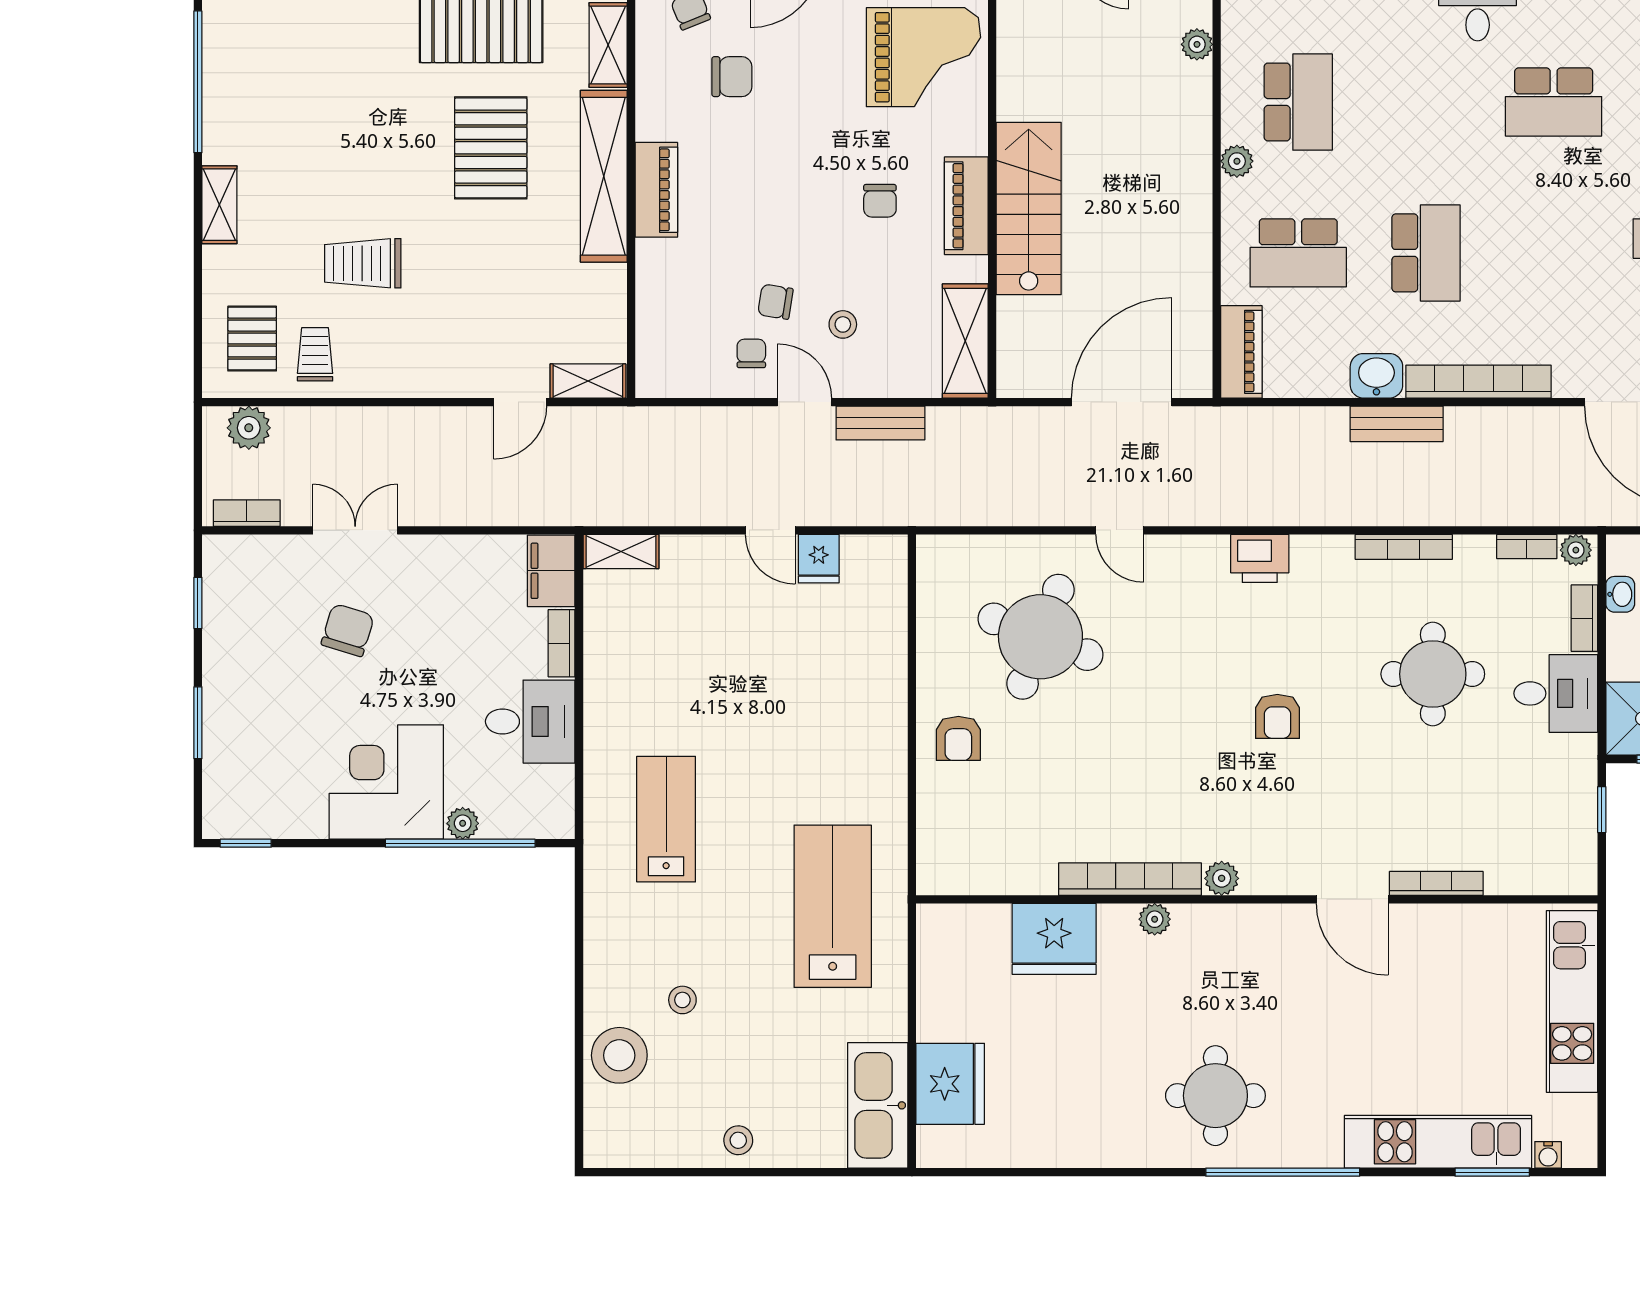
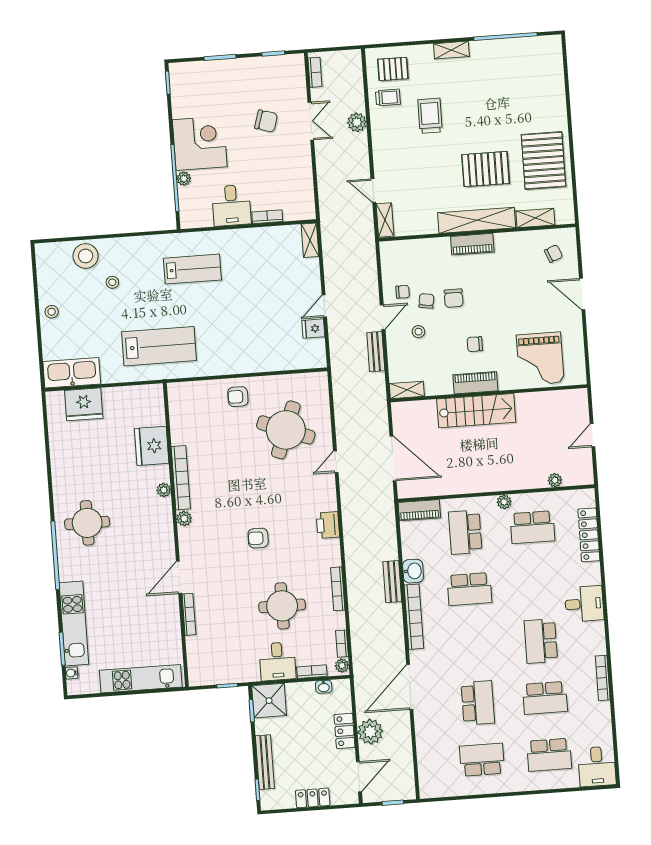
chair: (732, 77) -> (454, 298), moved
shelving: (965, 341) -> (407, 390), width x0.67, depth x0.75
plant: (249, 428) -> (357, 122), moved
filing cabinet: (551, 571) -> (299, 210), removed

